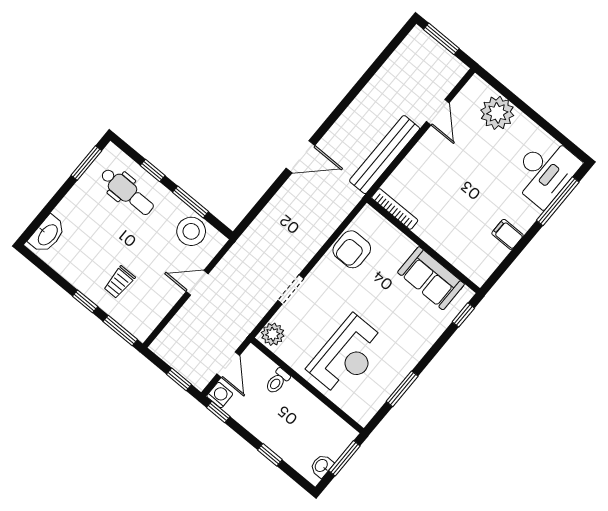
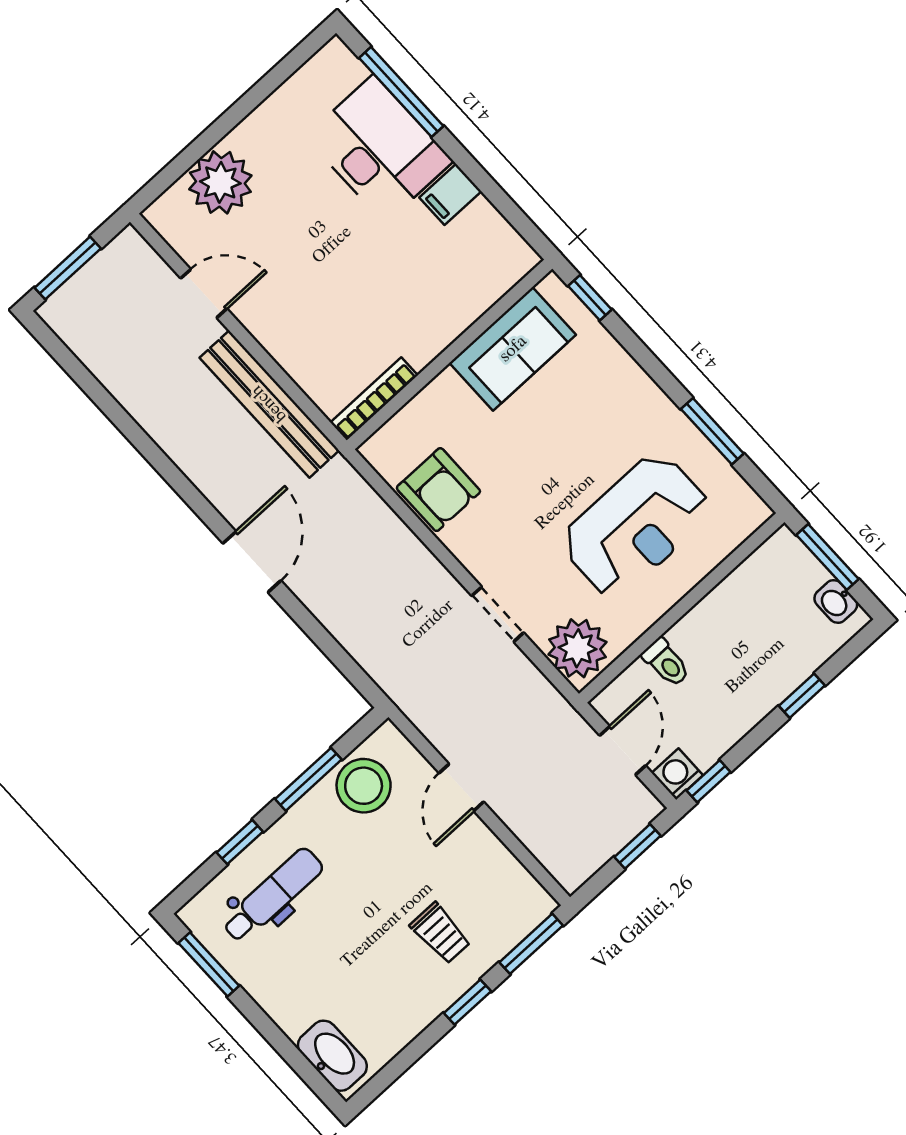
desk: (545, 171) -> (379, 149), moved
plant: (273, 334) -> (577, 648), width x1.36, depth x1.36
reception desk: (347, 355) -> (636, 526), turned 90
door: (228, 365) -> (623, 751), hinge flipped

